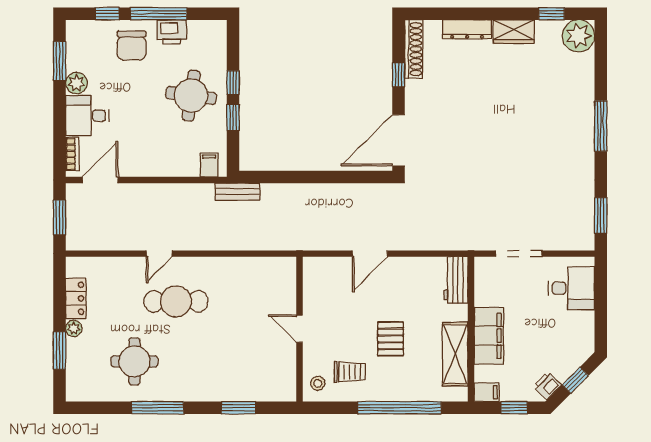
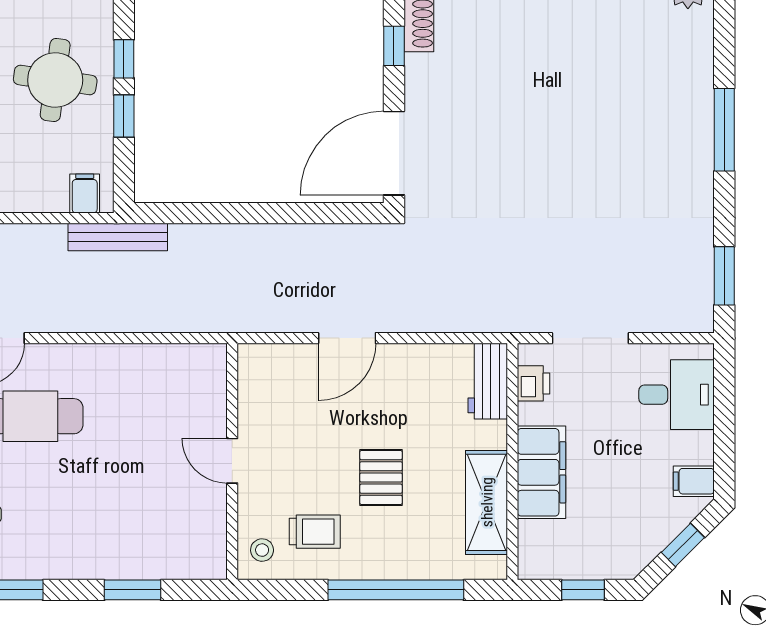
bench: (237, 192) -> (118, 237), width x1.36
printer: (547, 386) -> (534, 383), moved, turned 135
filing cabinet: (487, 392) -> (694, 481), moved, turned 180

